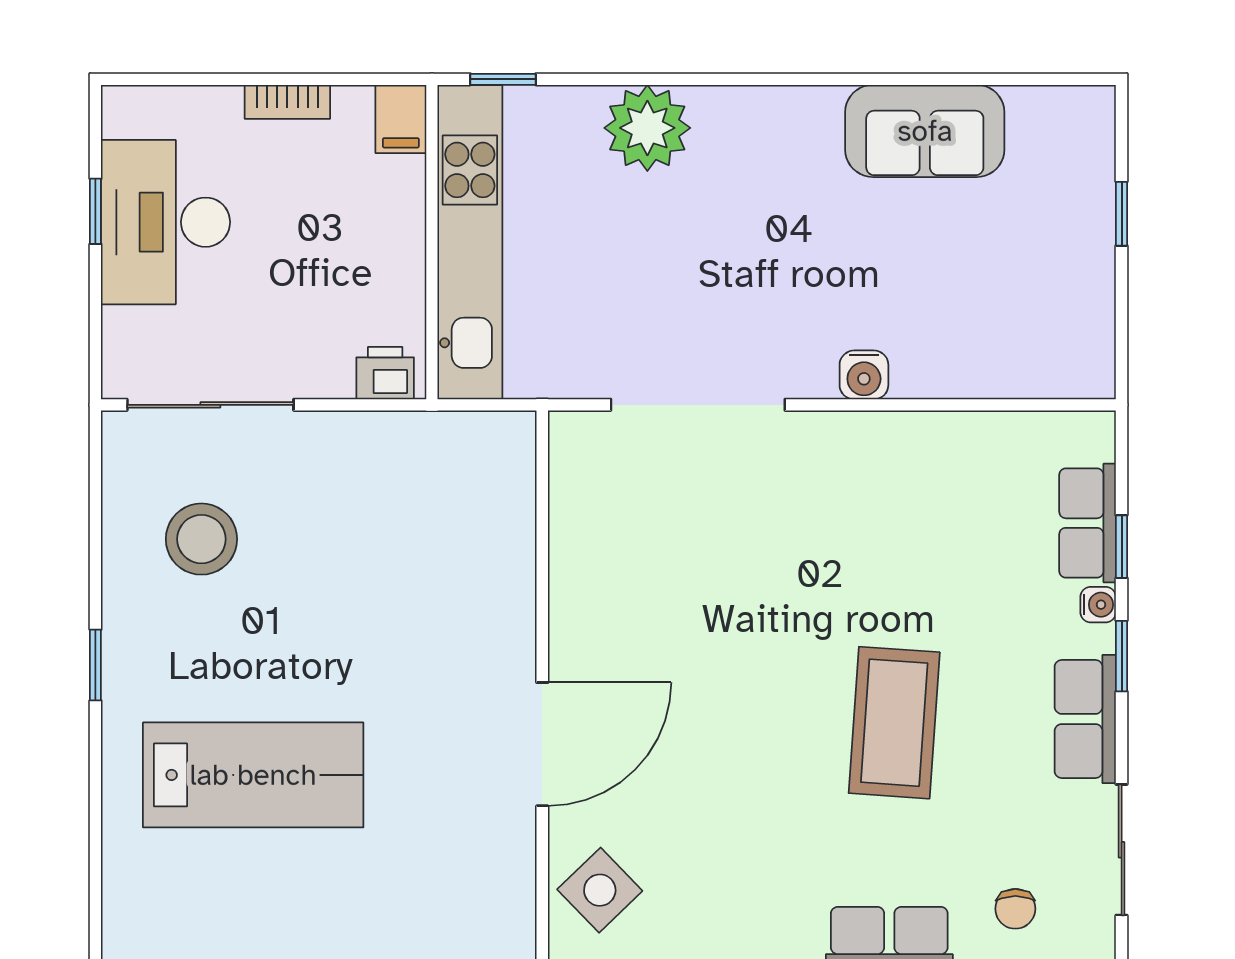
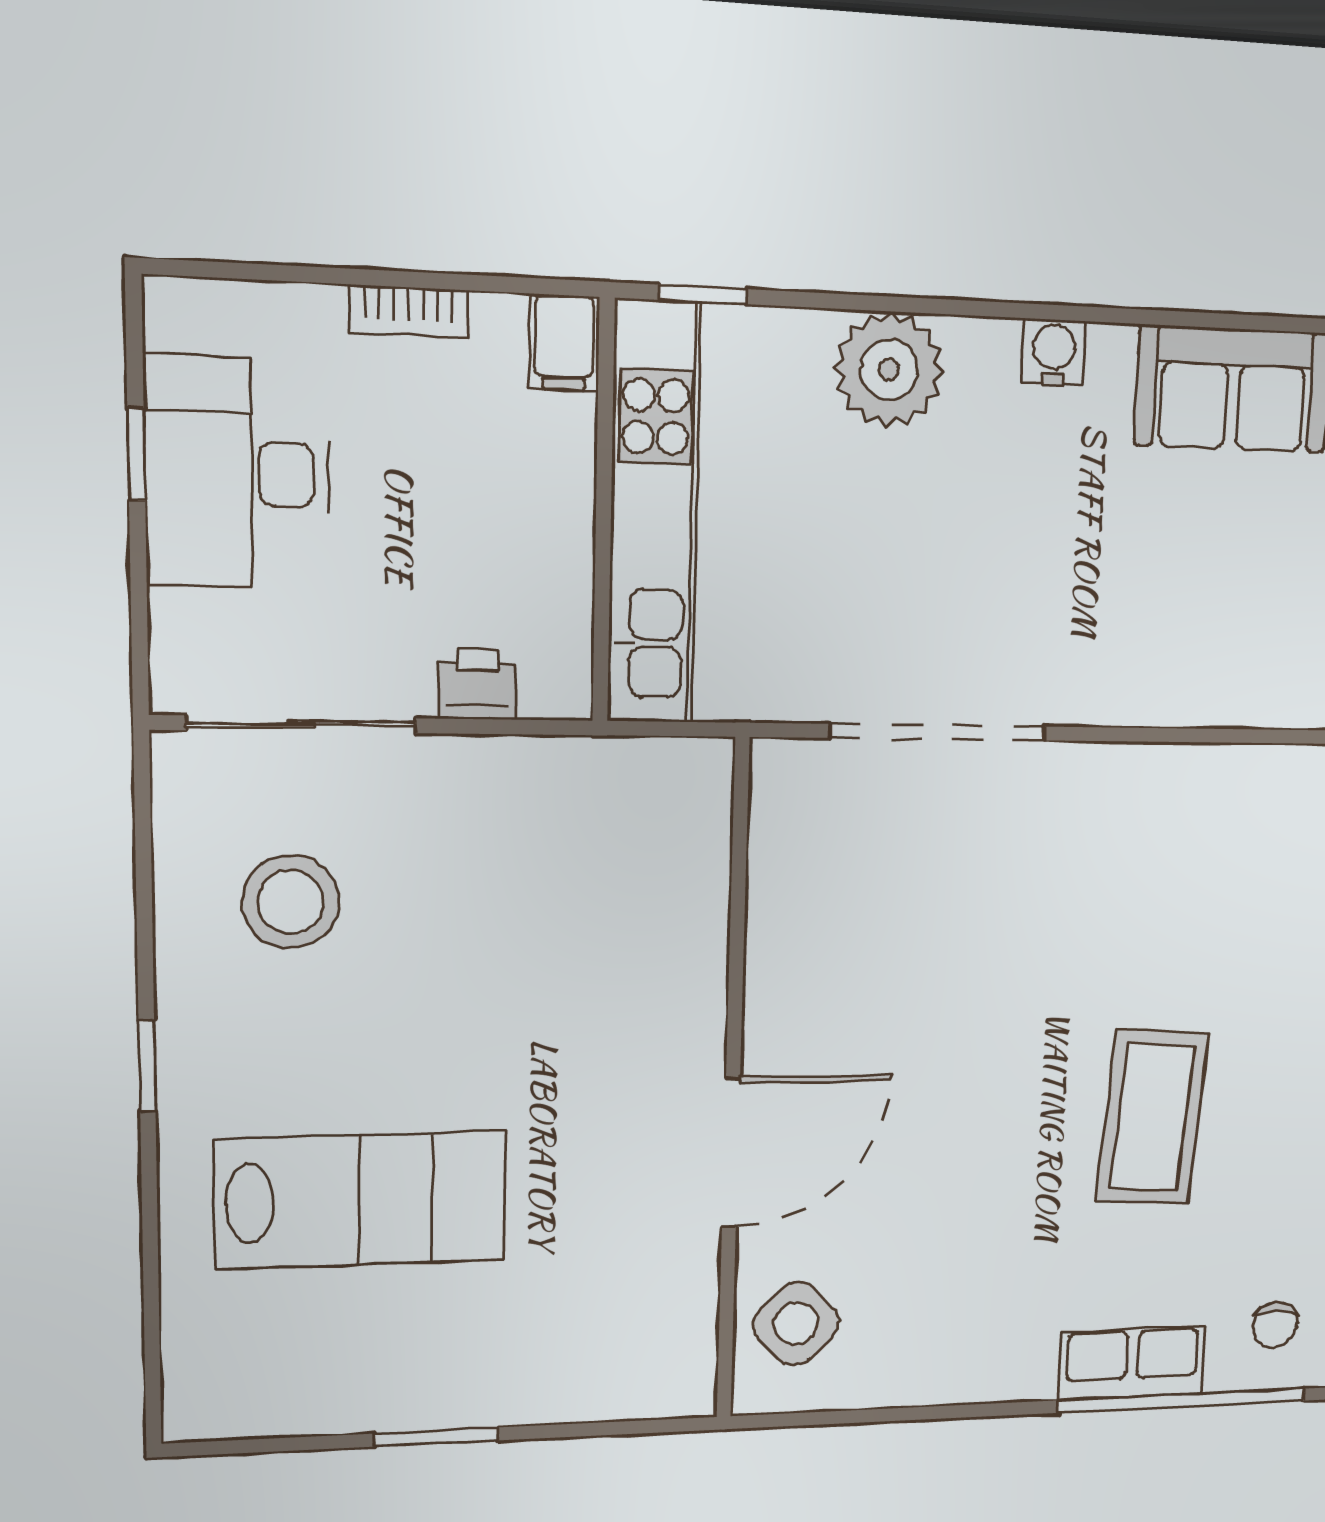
printer: (385, 373) -> (477, 685), moved
water cooler: (864, 375) -> (1054, 352), moved, turned 180

